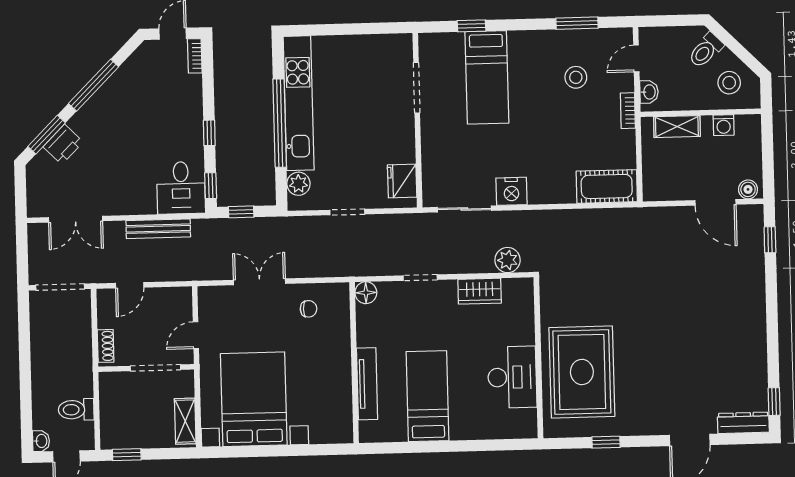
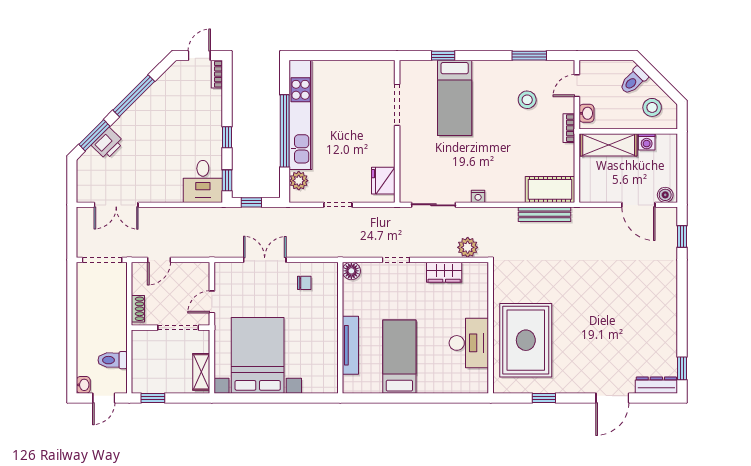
shelving: (677, 127) -> (609, 145), width x1.50, depth x1.33
nightstand: (511, 191) -> (478, 196), width x0.53, depth x0.56
bench: (158, 229) -> (544, 214), moved

